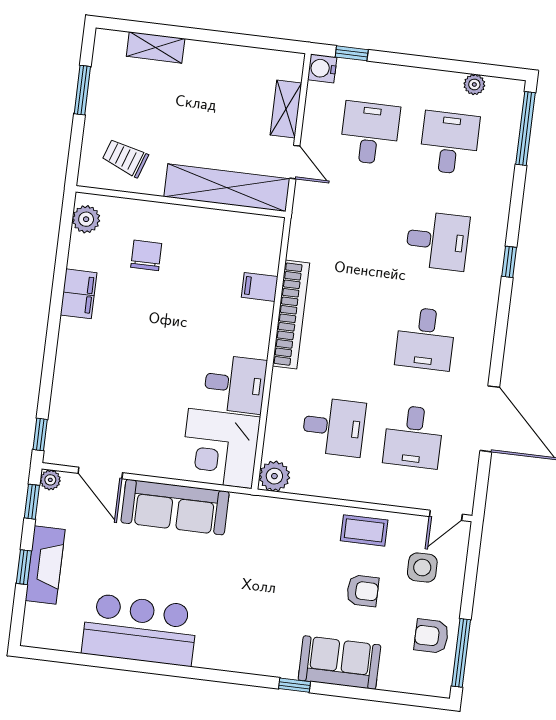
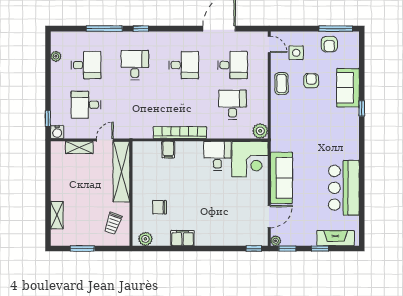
window: (525, 129) -> (104, 29), moved
desk: (449, 143) -> (86, 65), turned 180
fireplace: (45, 565) -> (336, 238), moved

